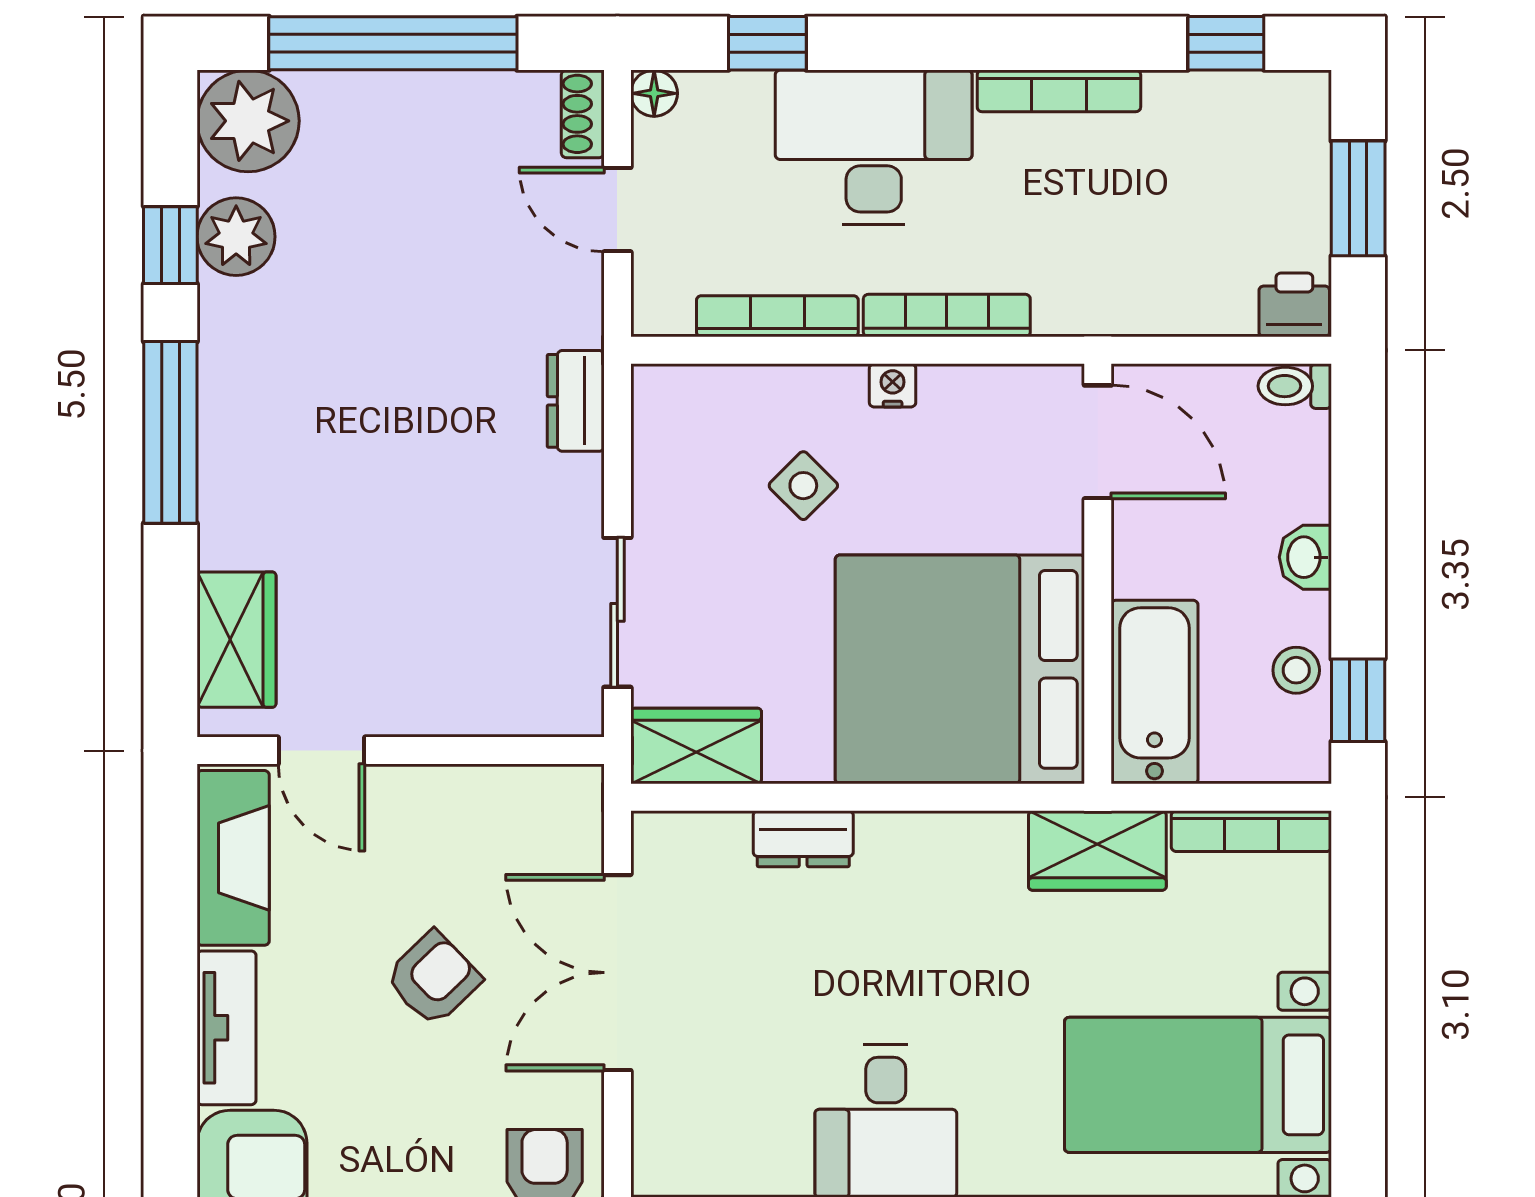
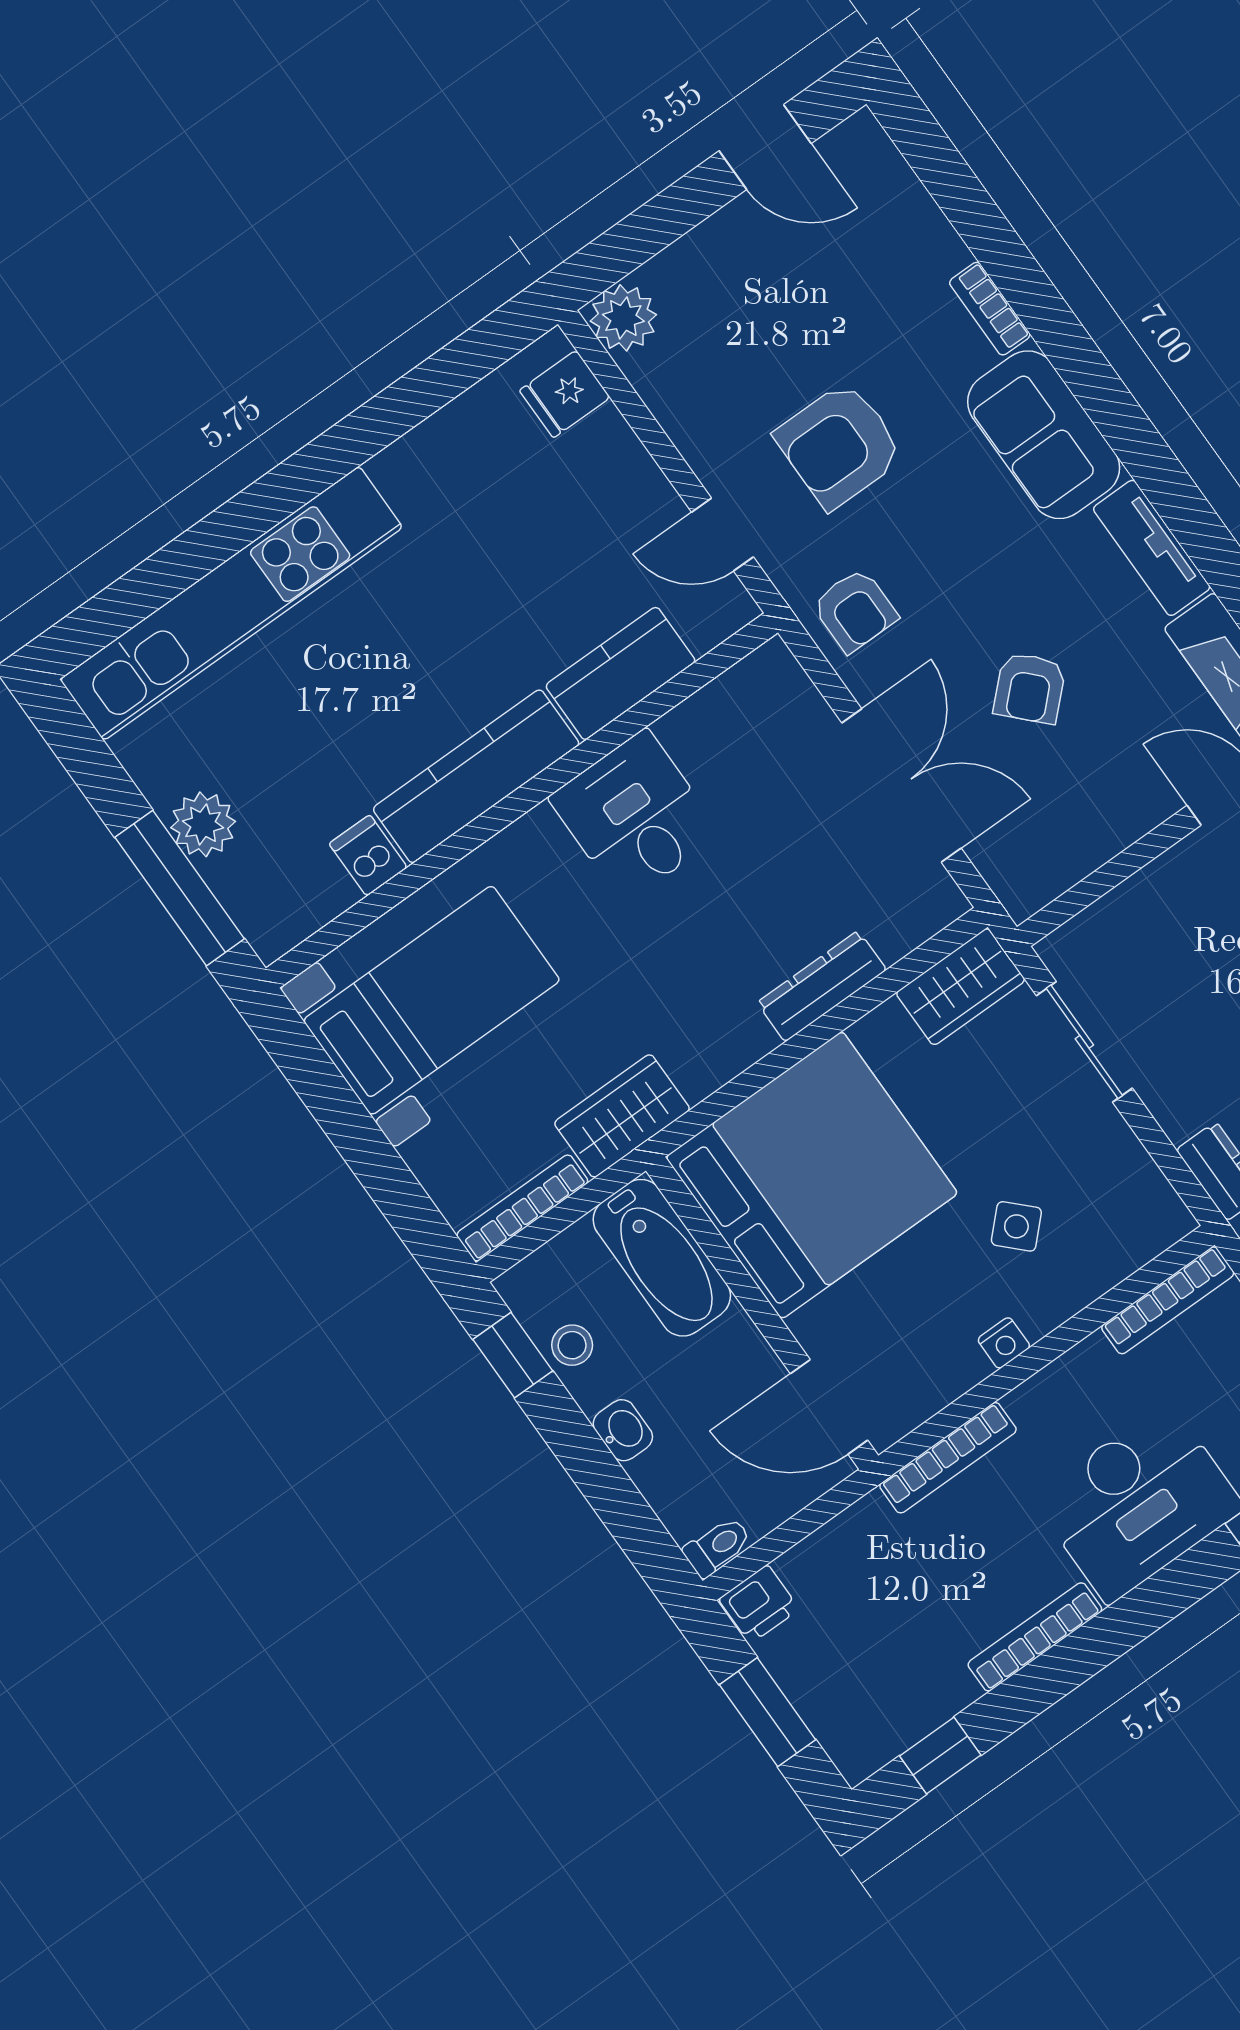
bookcase: (777, 316) -> (1168, 1300), moved
bookcase: (947, 316) -> (948, 1458), moved
dresser: (803, 839) -> (822, 986), width x1.44

